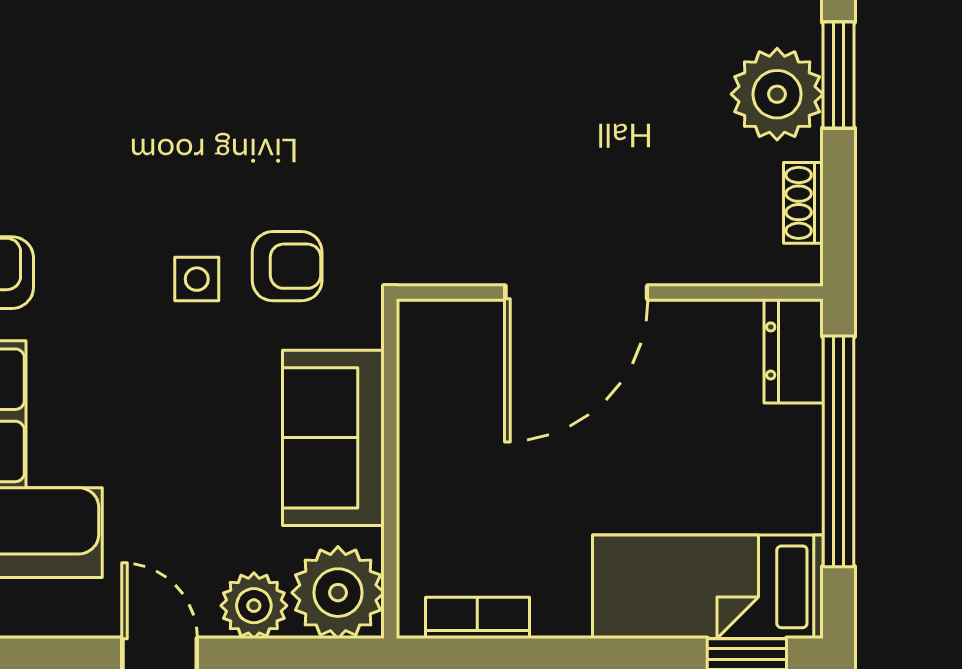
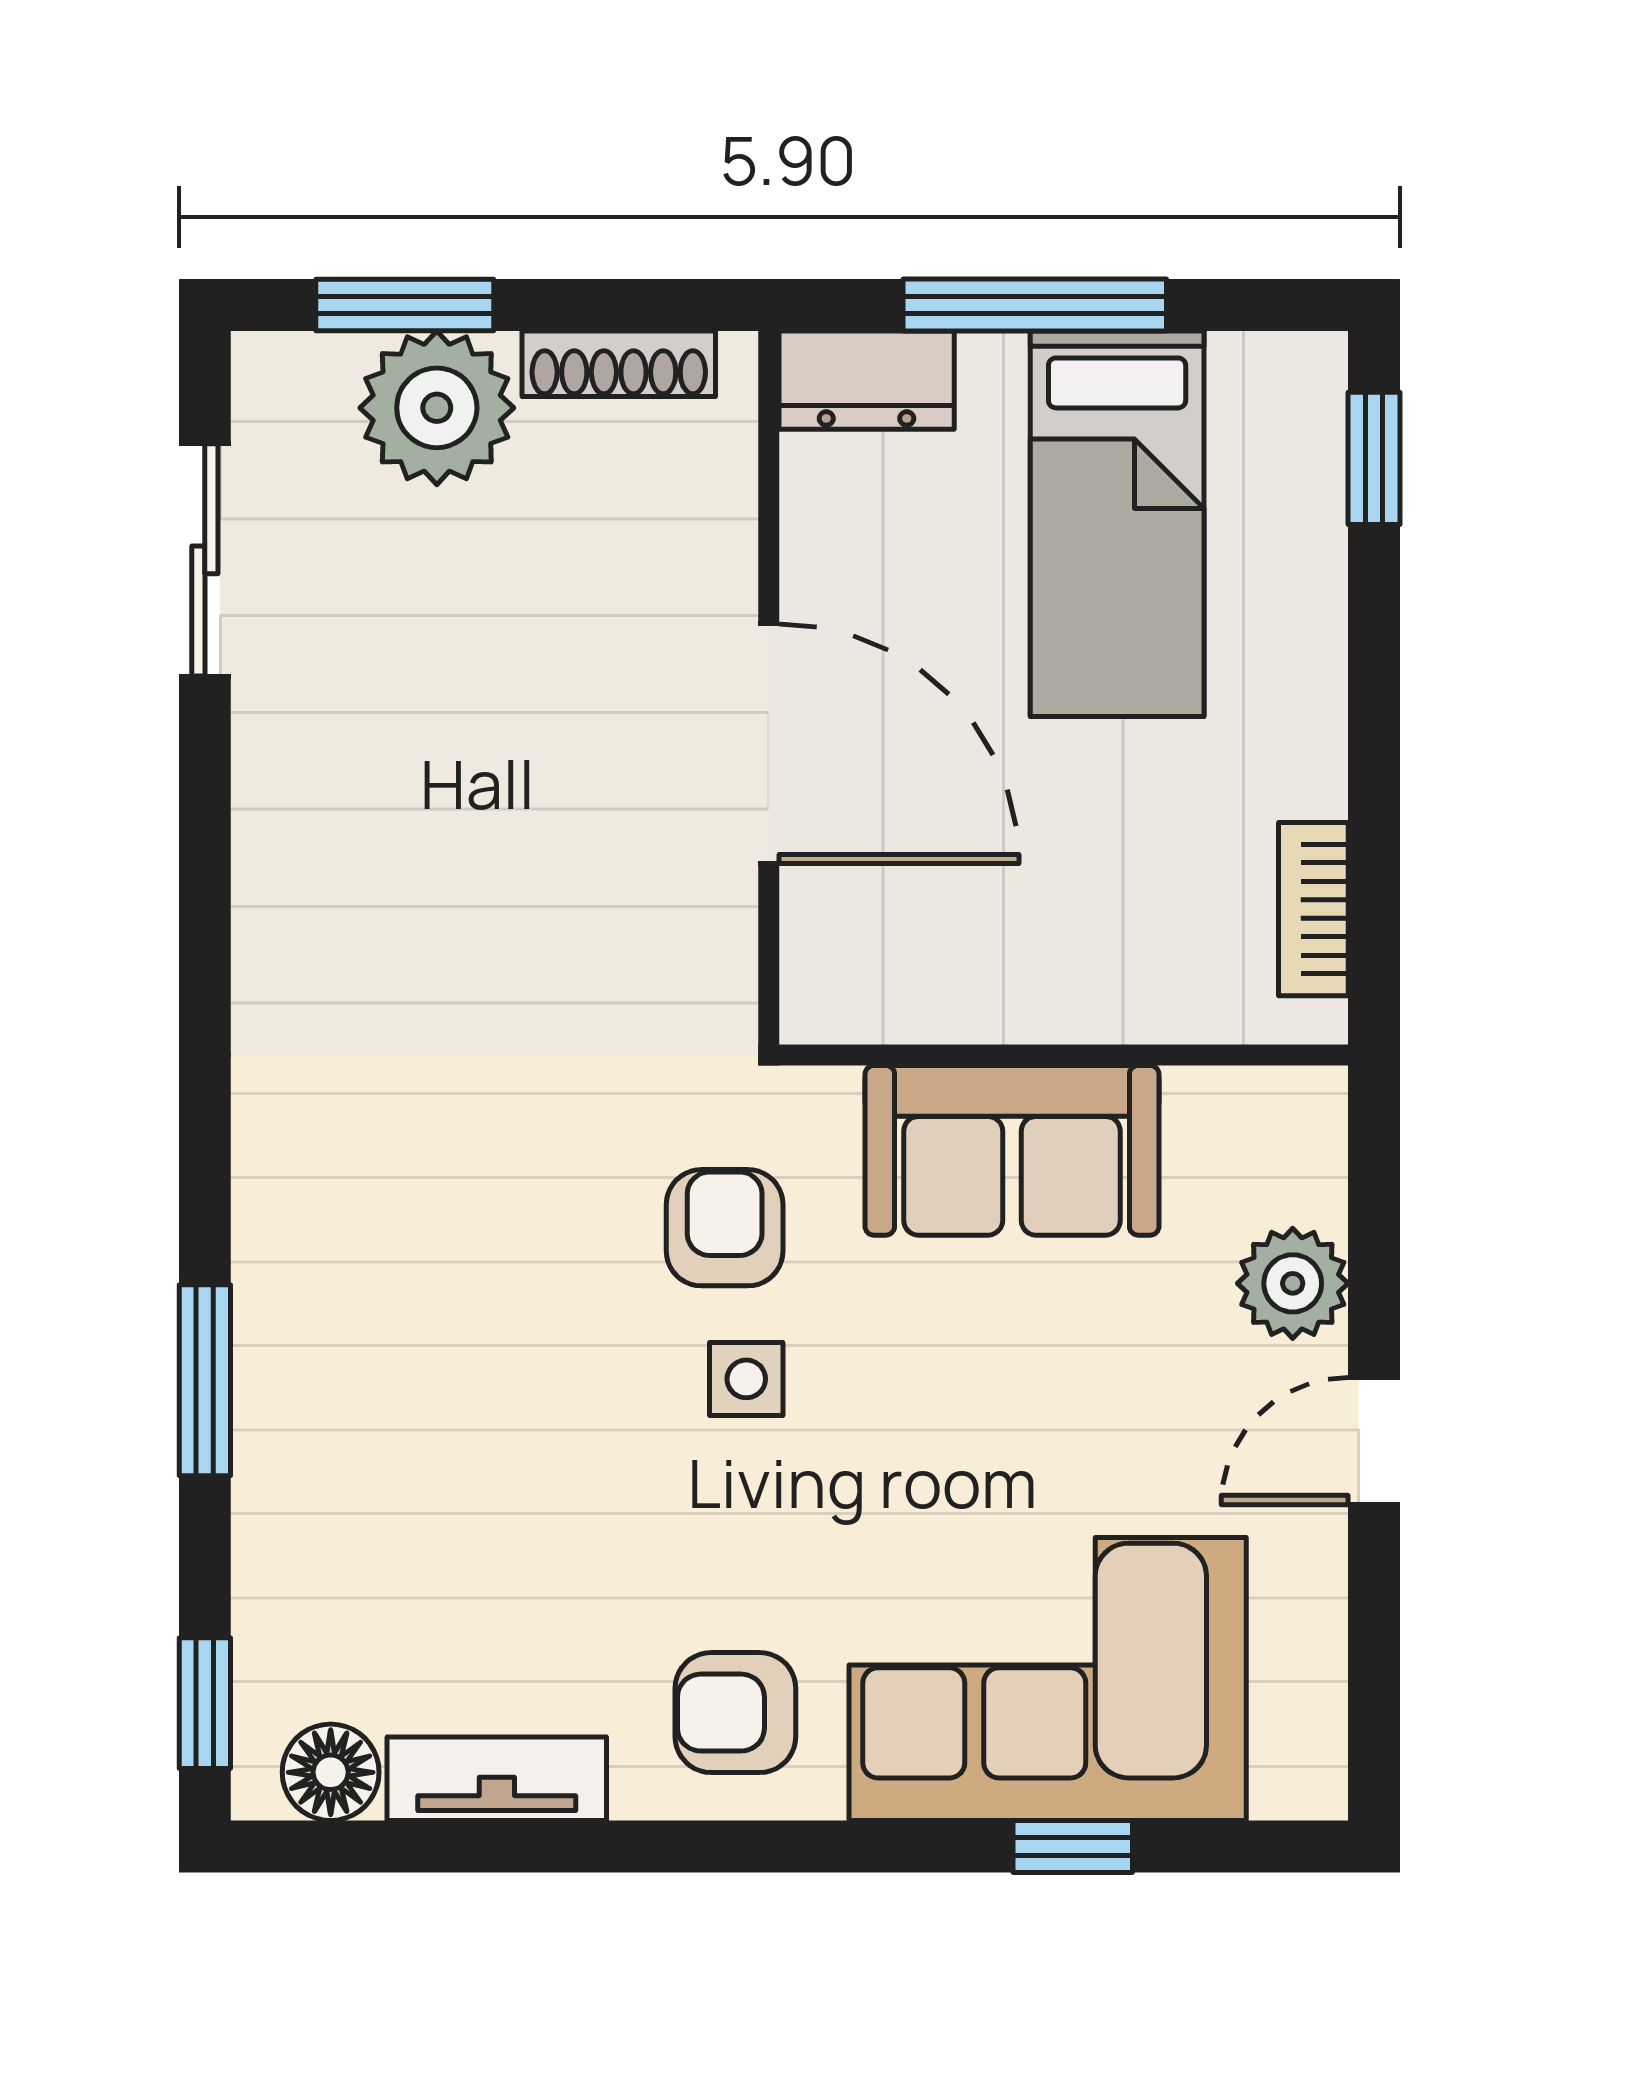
shoe rack: (803, 203) -> (619, 364), width x1.43
window: (838, 451) -> (1035, 305), width x0.68
bed: (708, 587) -> (1117, 524), moved
plant: (338, 593) -> (1271, 1143), removed

